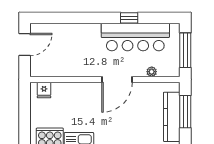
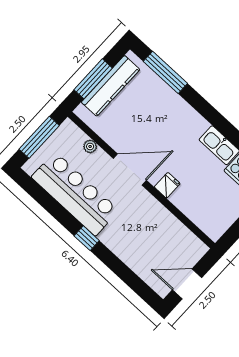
window: (129, 18) -> (87, 238), moved
fridge: (44, 90) -> (167, 185), moved

